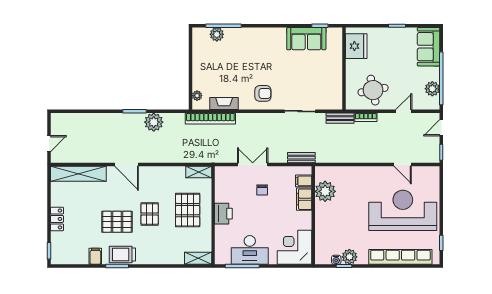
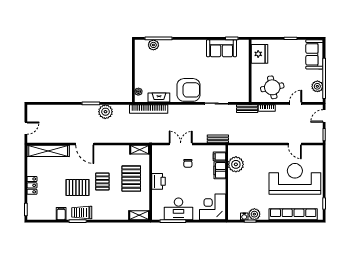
armchair: (263, 93) -> (189, 90), width x1.88, depth x1.88

